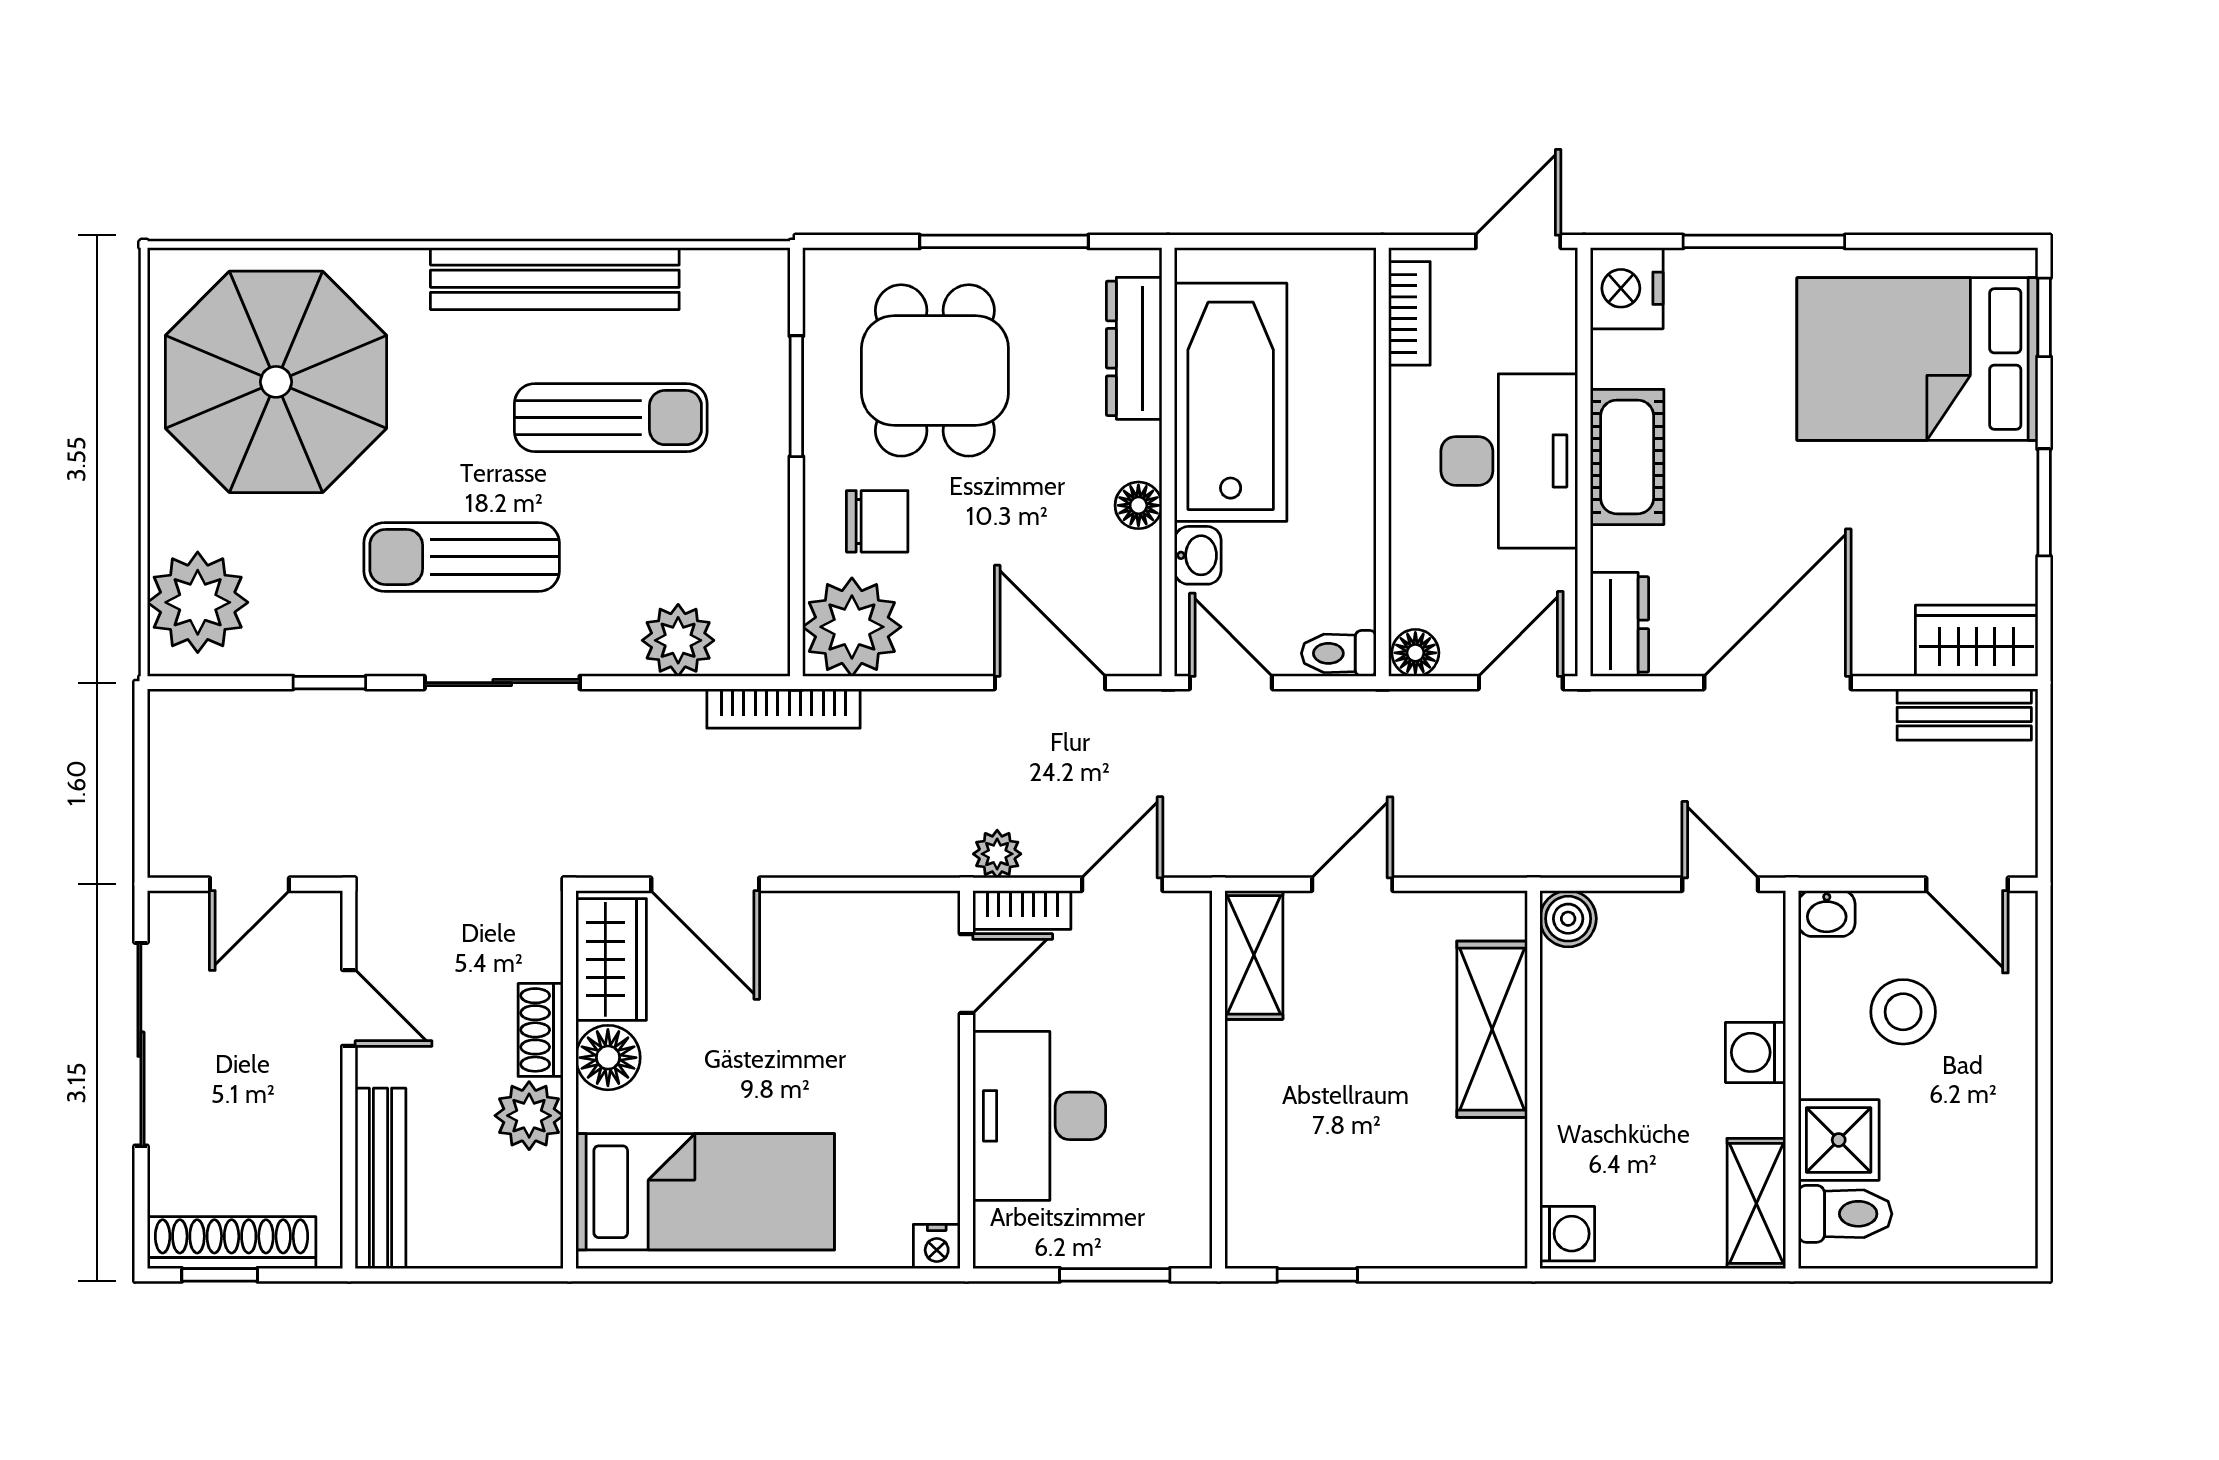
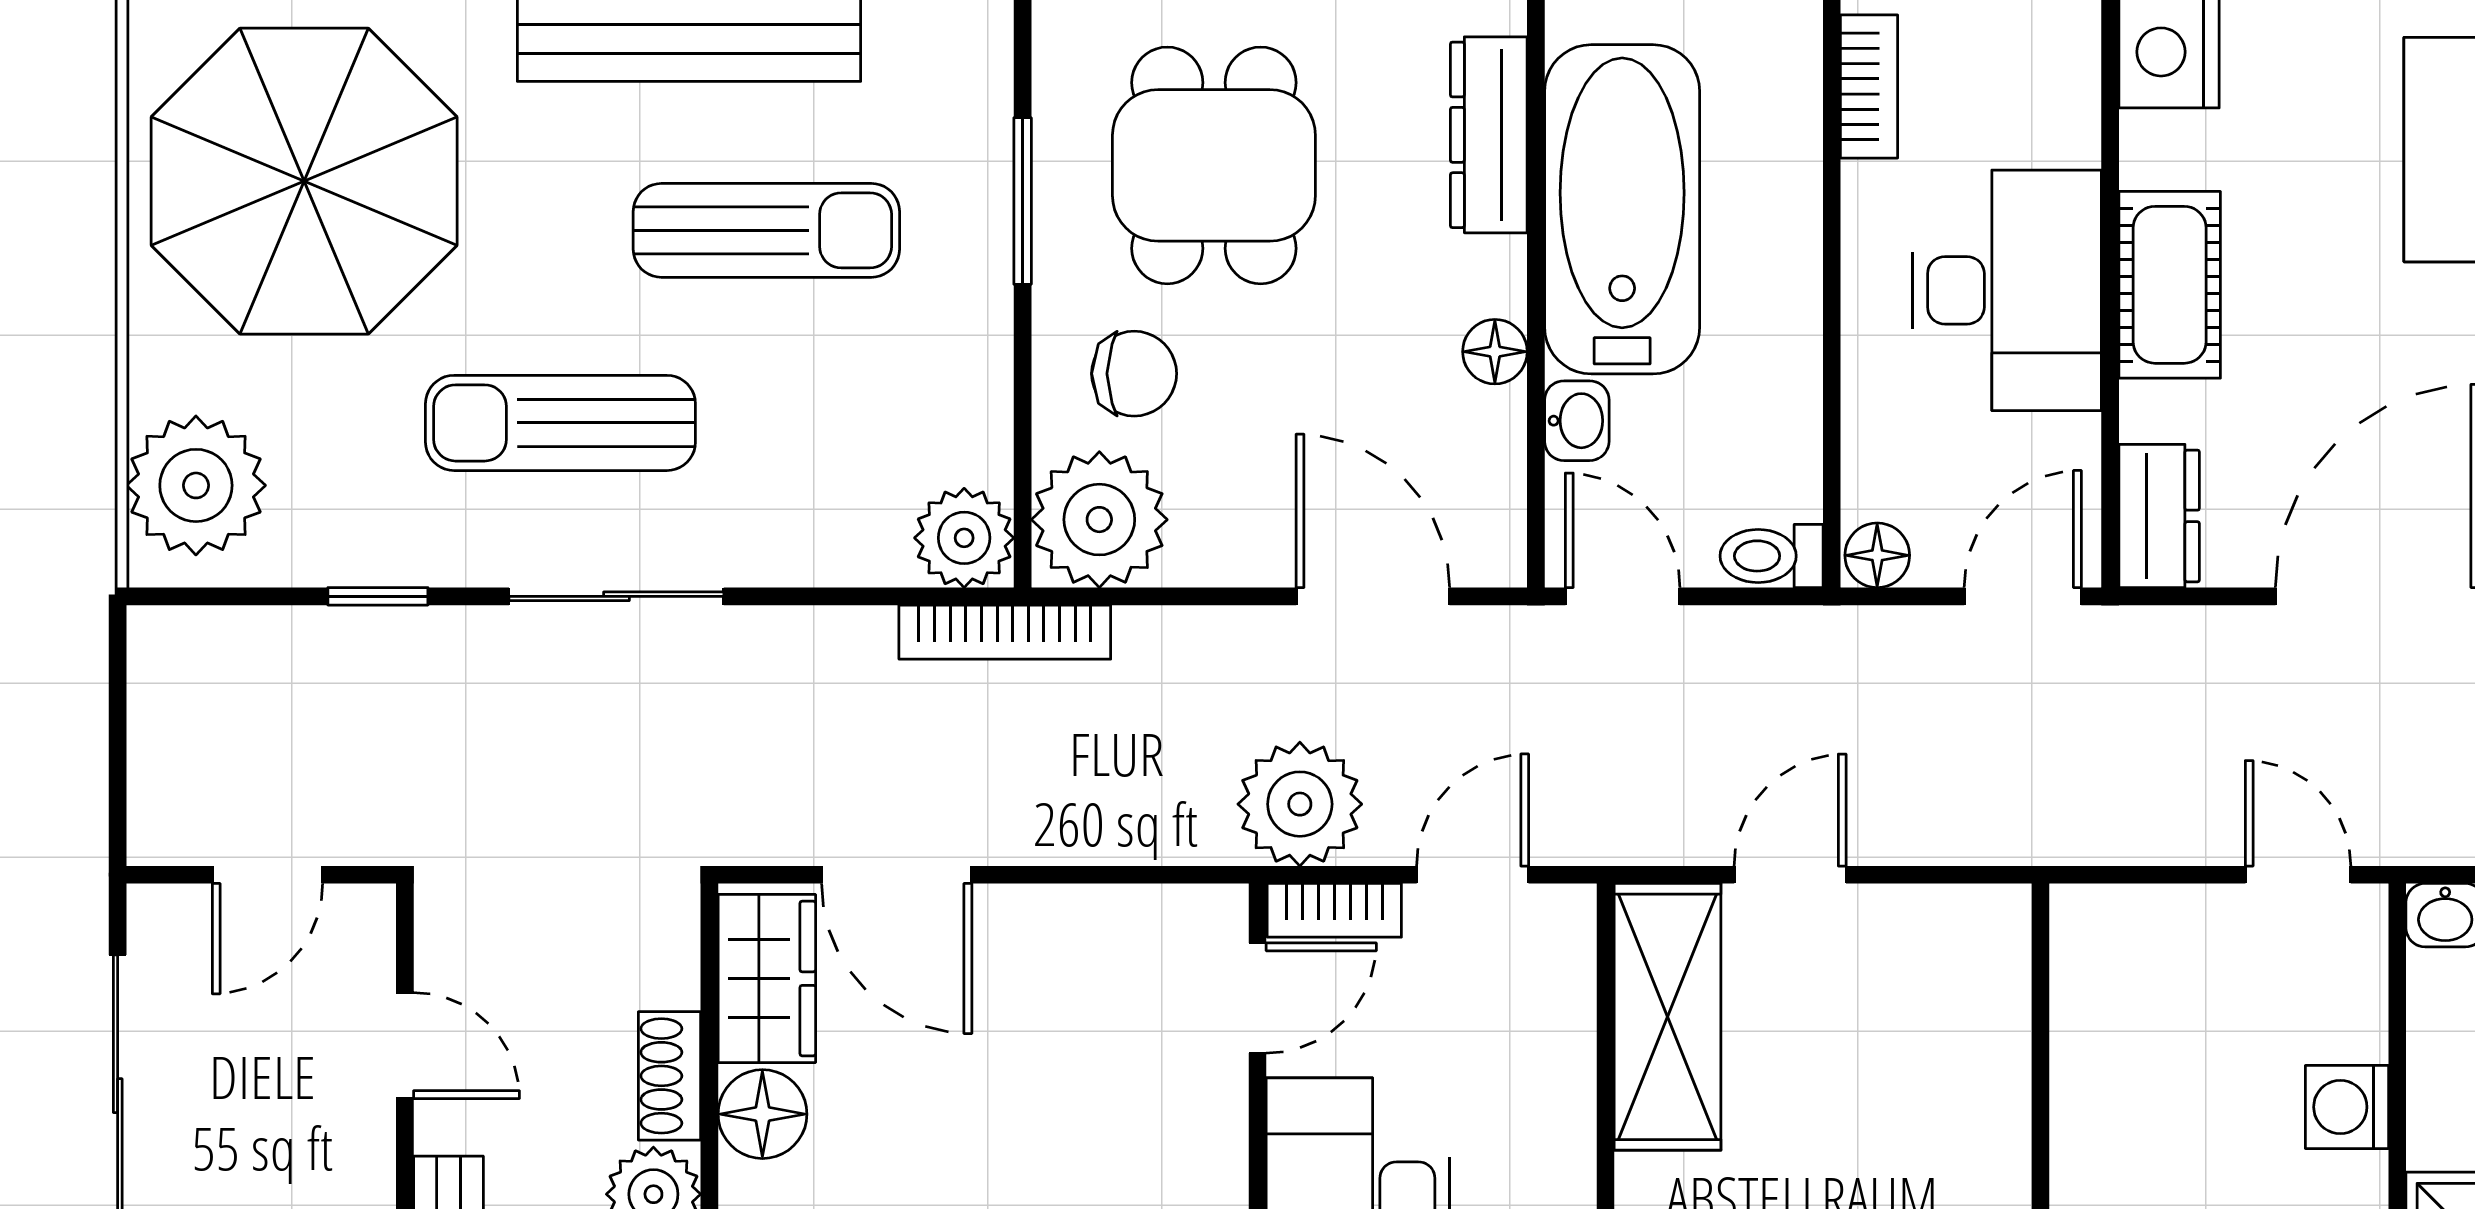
plant: (678, 640) -> (964, 538), moved
plant: (997, 854) -> (1300, 804), width x1.87, depth x1.87
boiler: (1568, 919) -> (2088, 922), removed
shelving: (1254, 955) -> (1668, 1017), width x1.50, depth x1.33
shelving: (1492, 1029) -> (1983, 1075), removed

